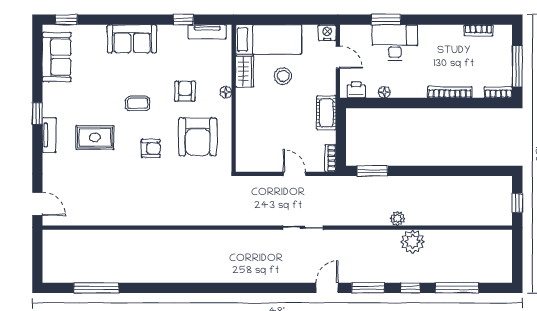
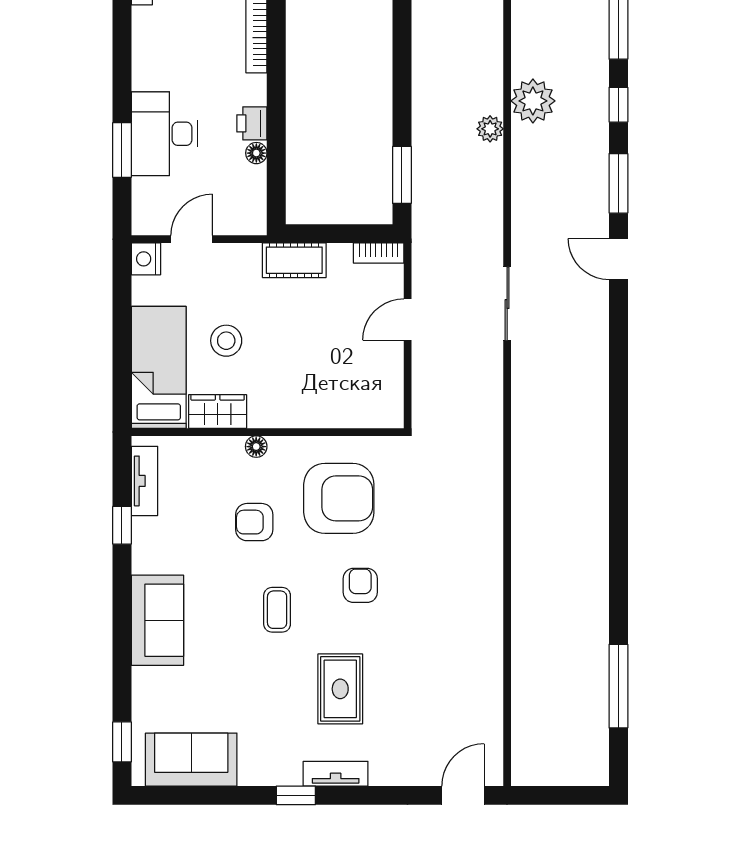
printer: (356, 90) -> (252, 123), moved

